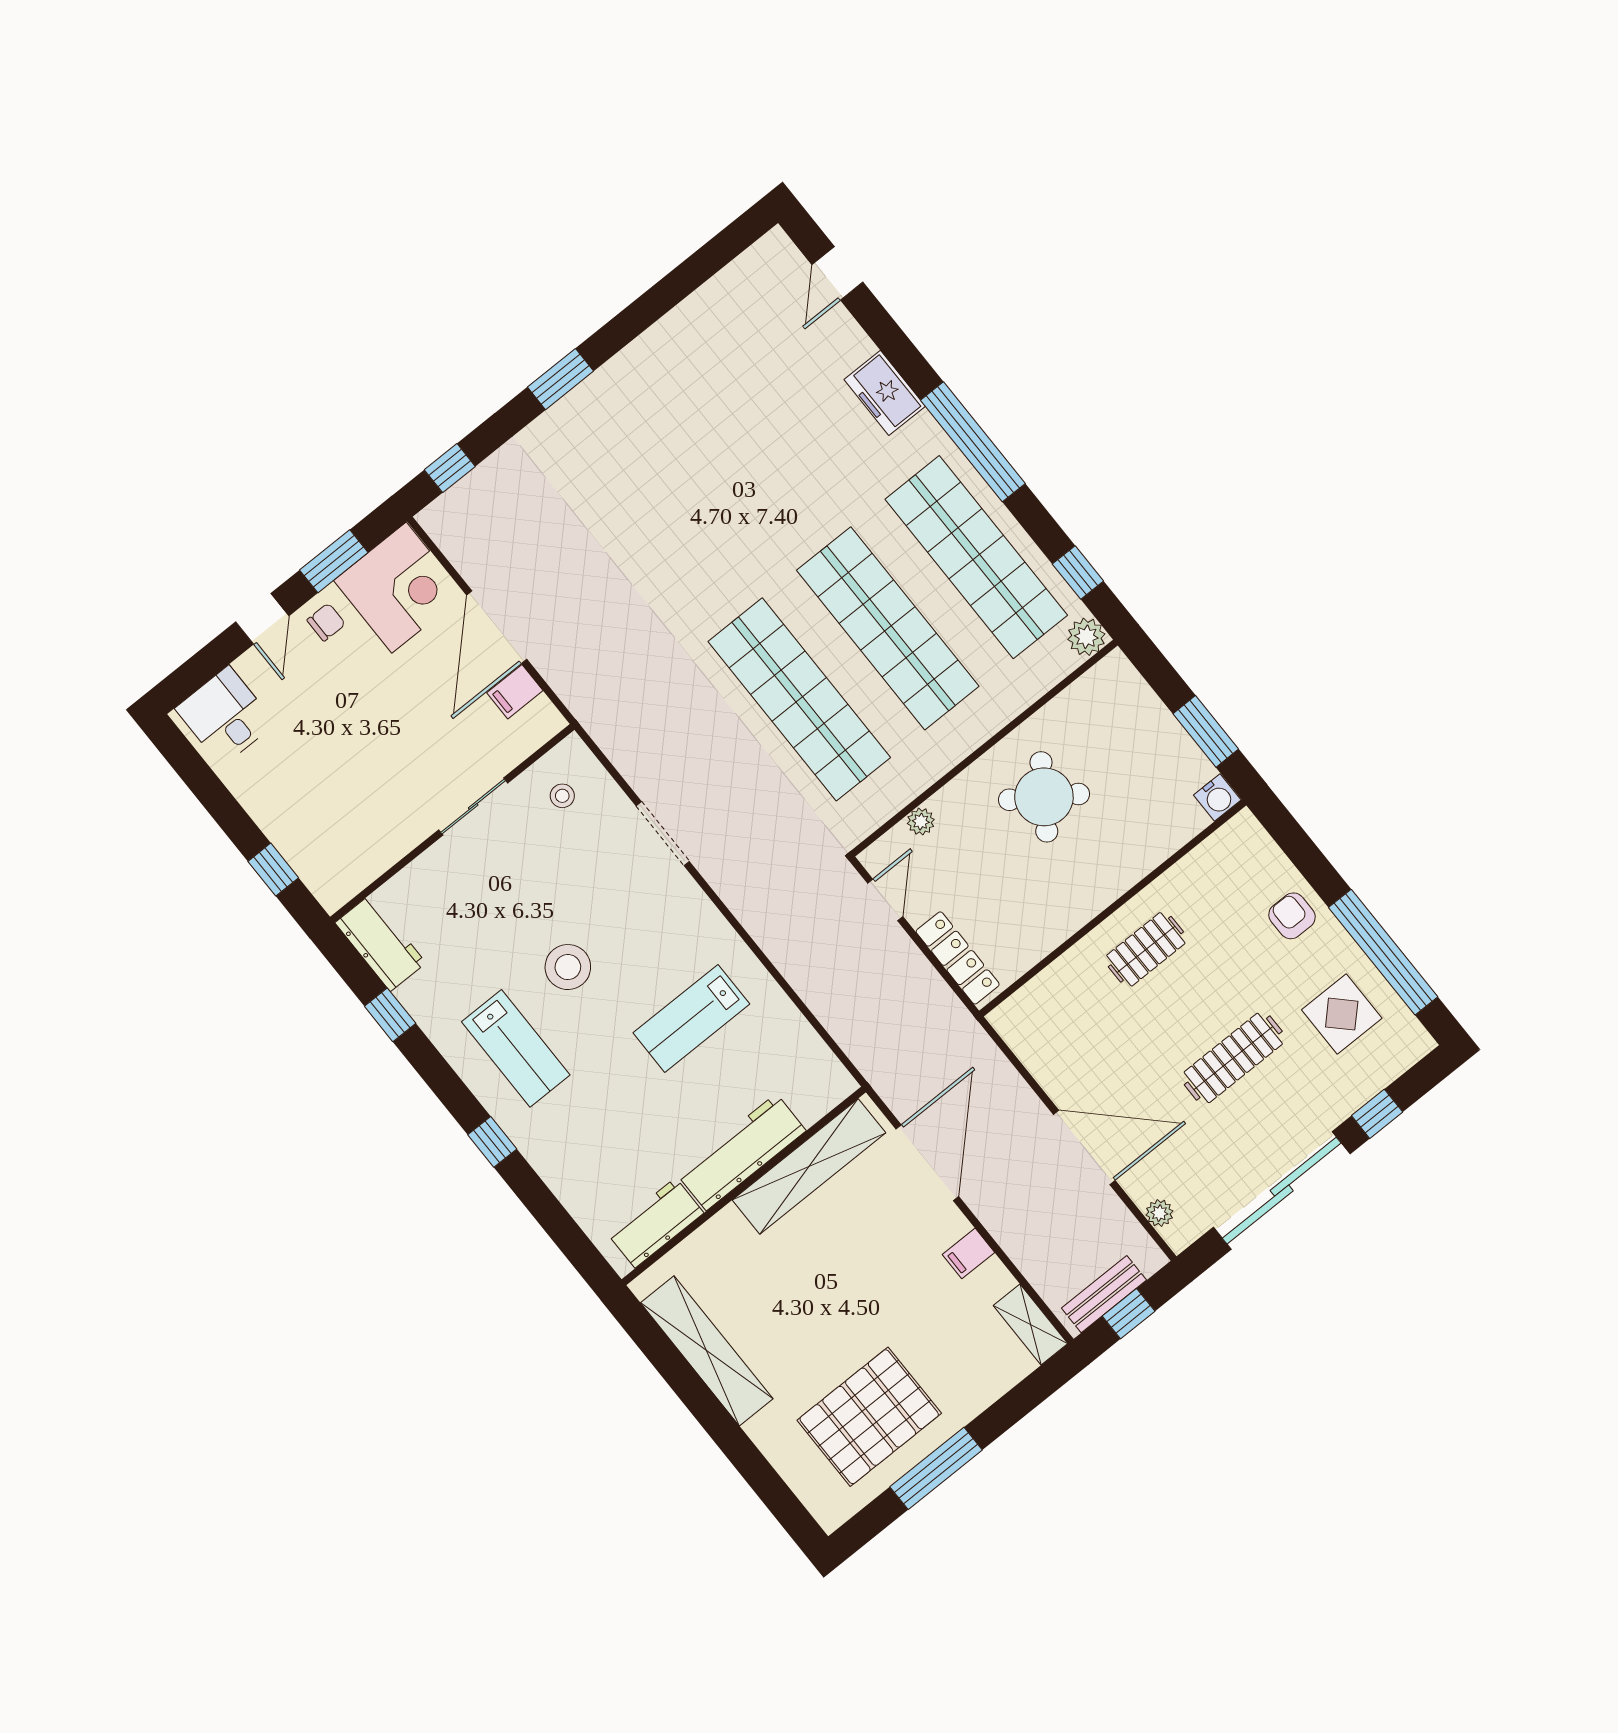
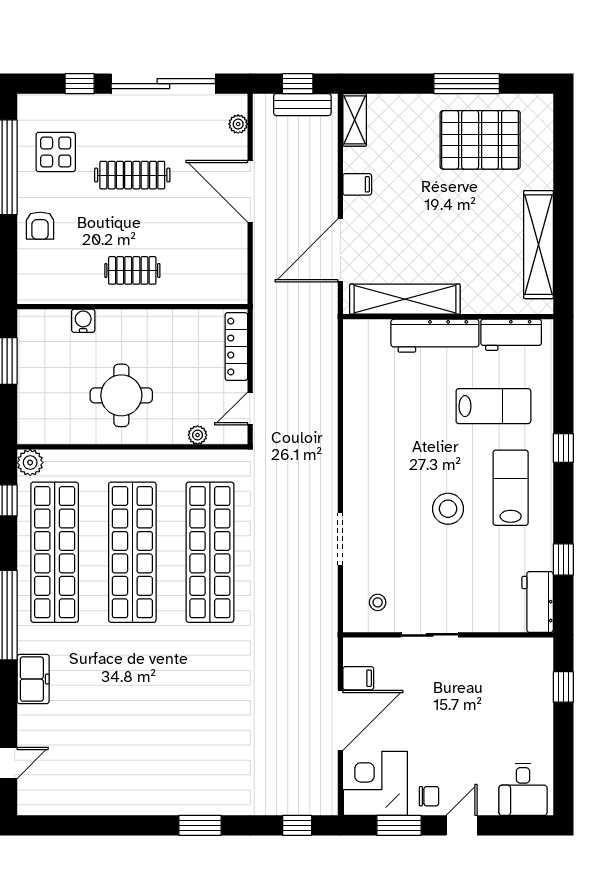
chair: (326, 622) -> (429, 796), turned 180
round table: (1044, 797) -> (121, 395), turned -34
water cooler: (1217, 797) -> (83, 321), moved
lab bench: (691, 1018) -> (493, 406), moved

